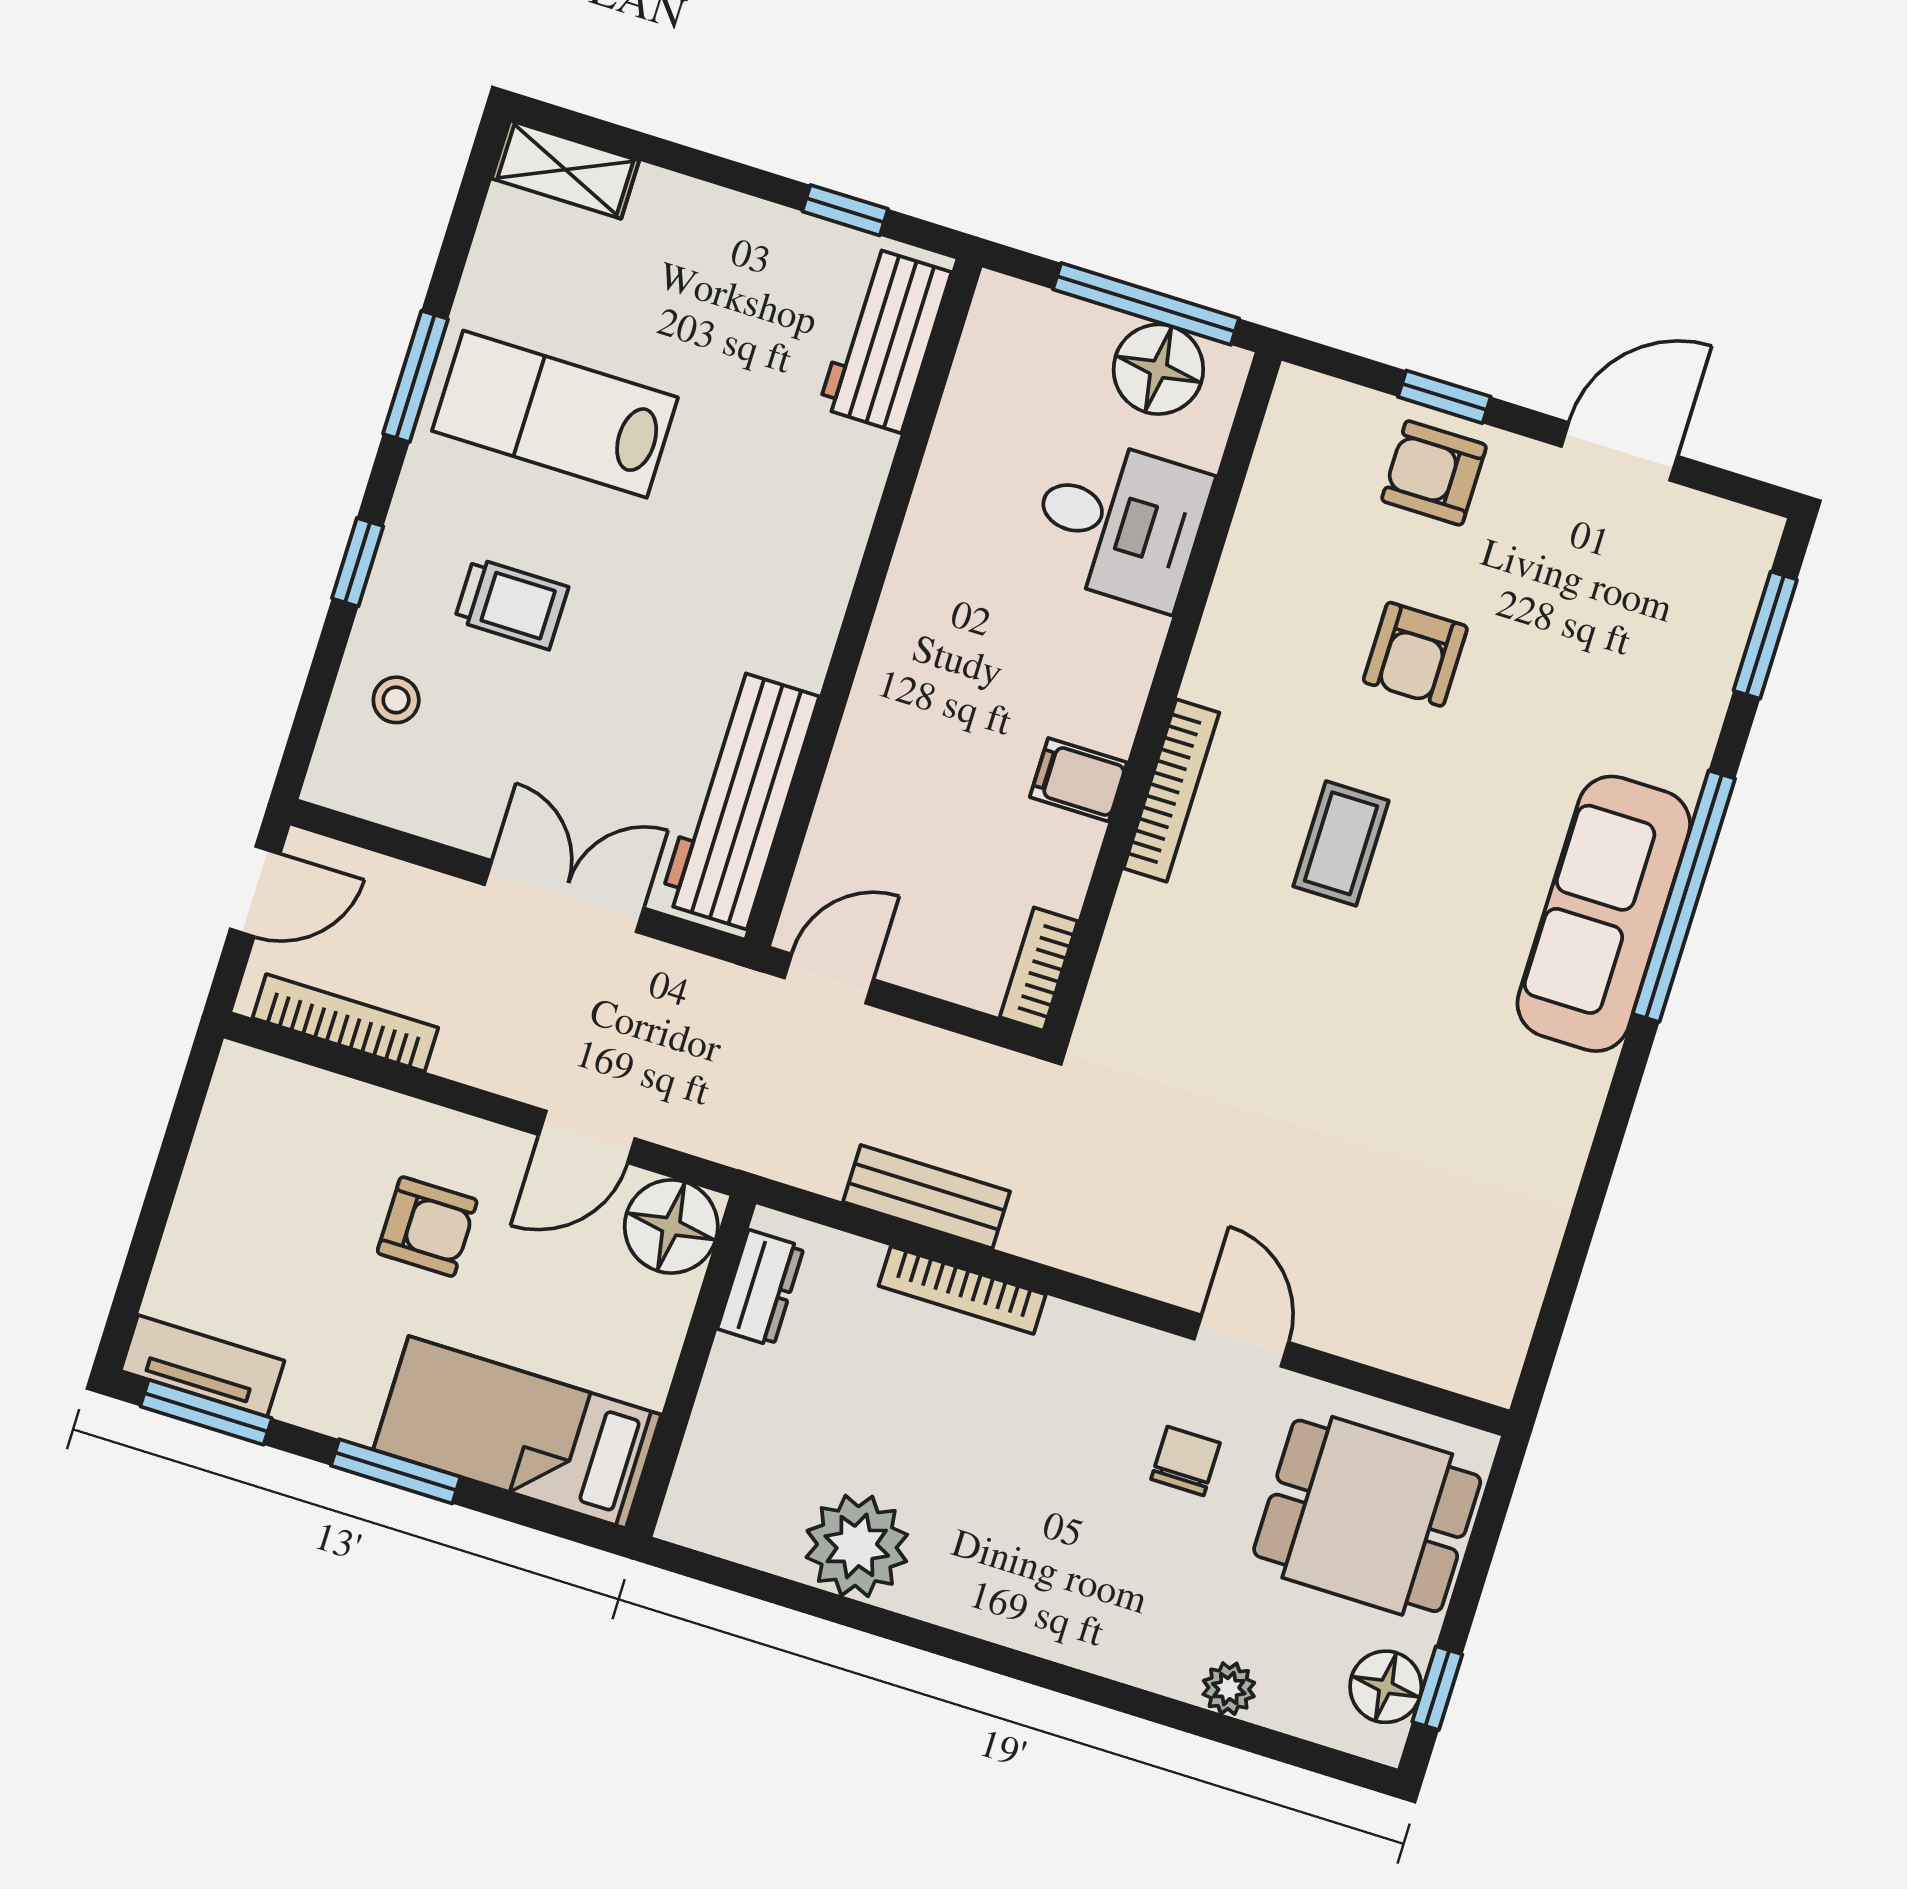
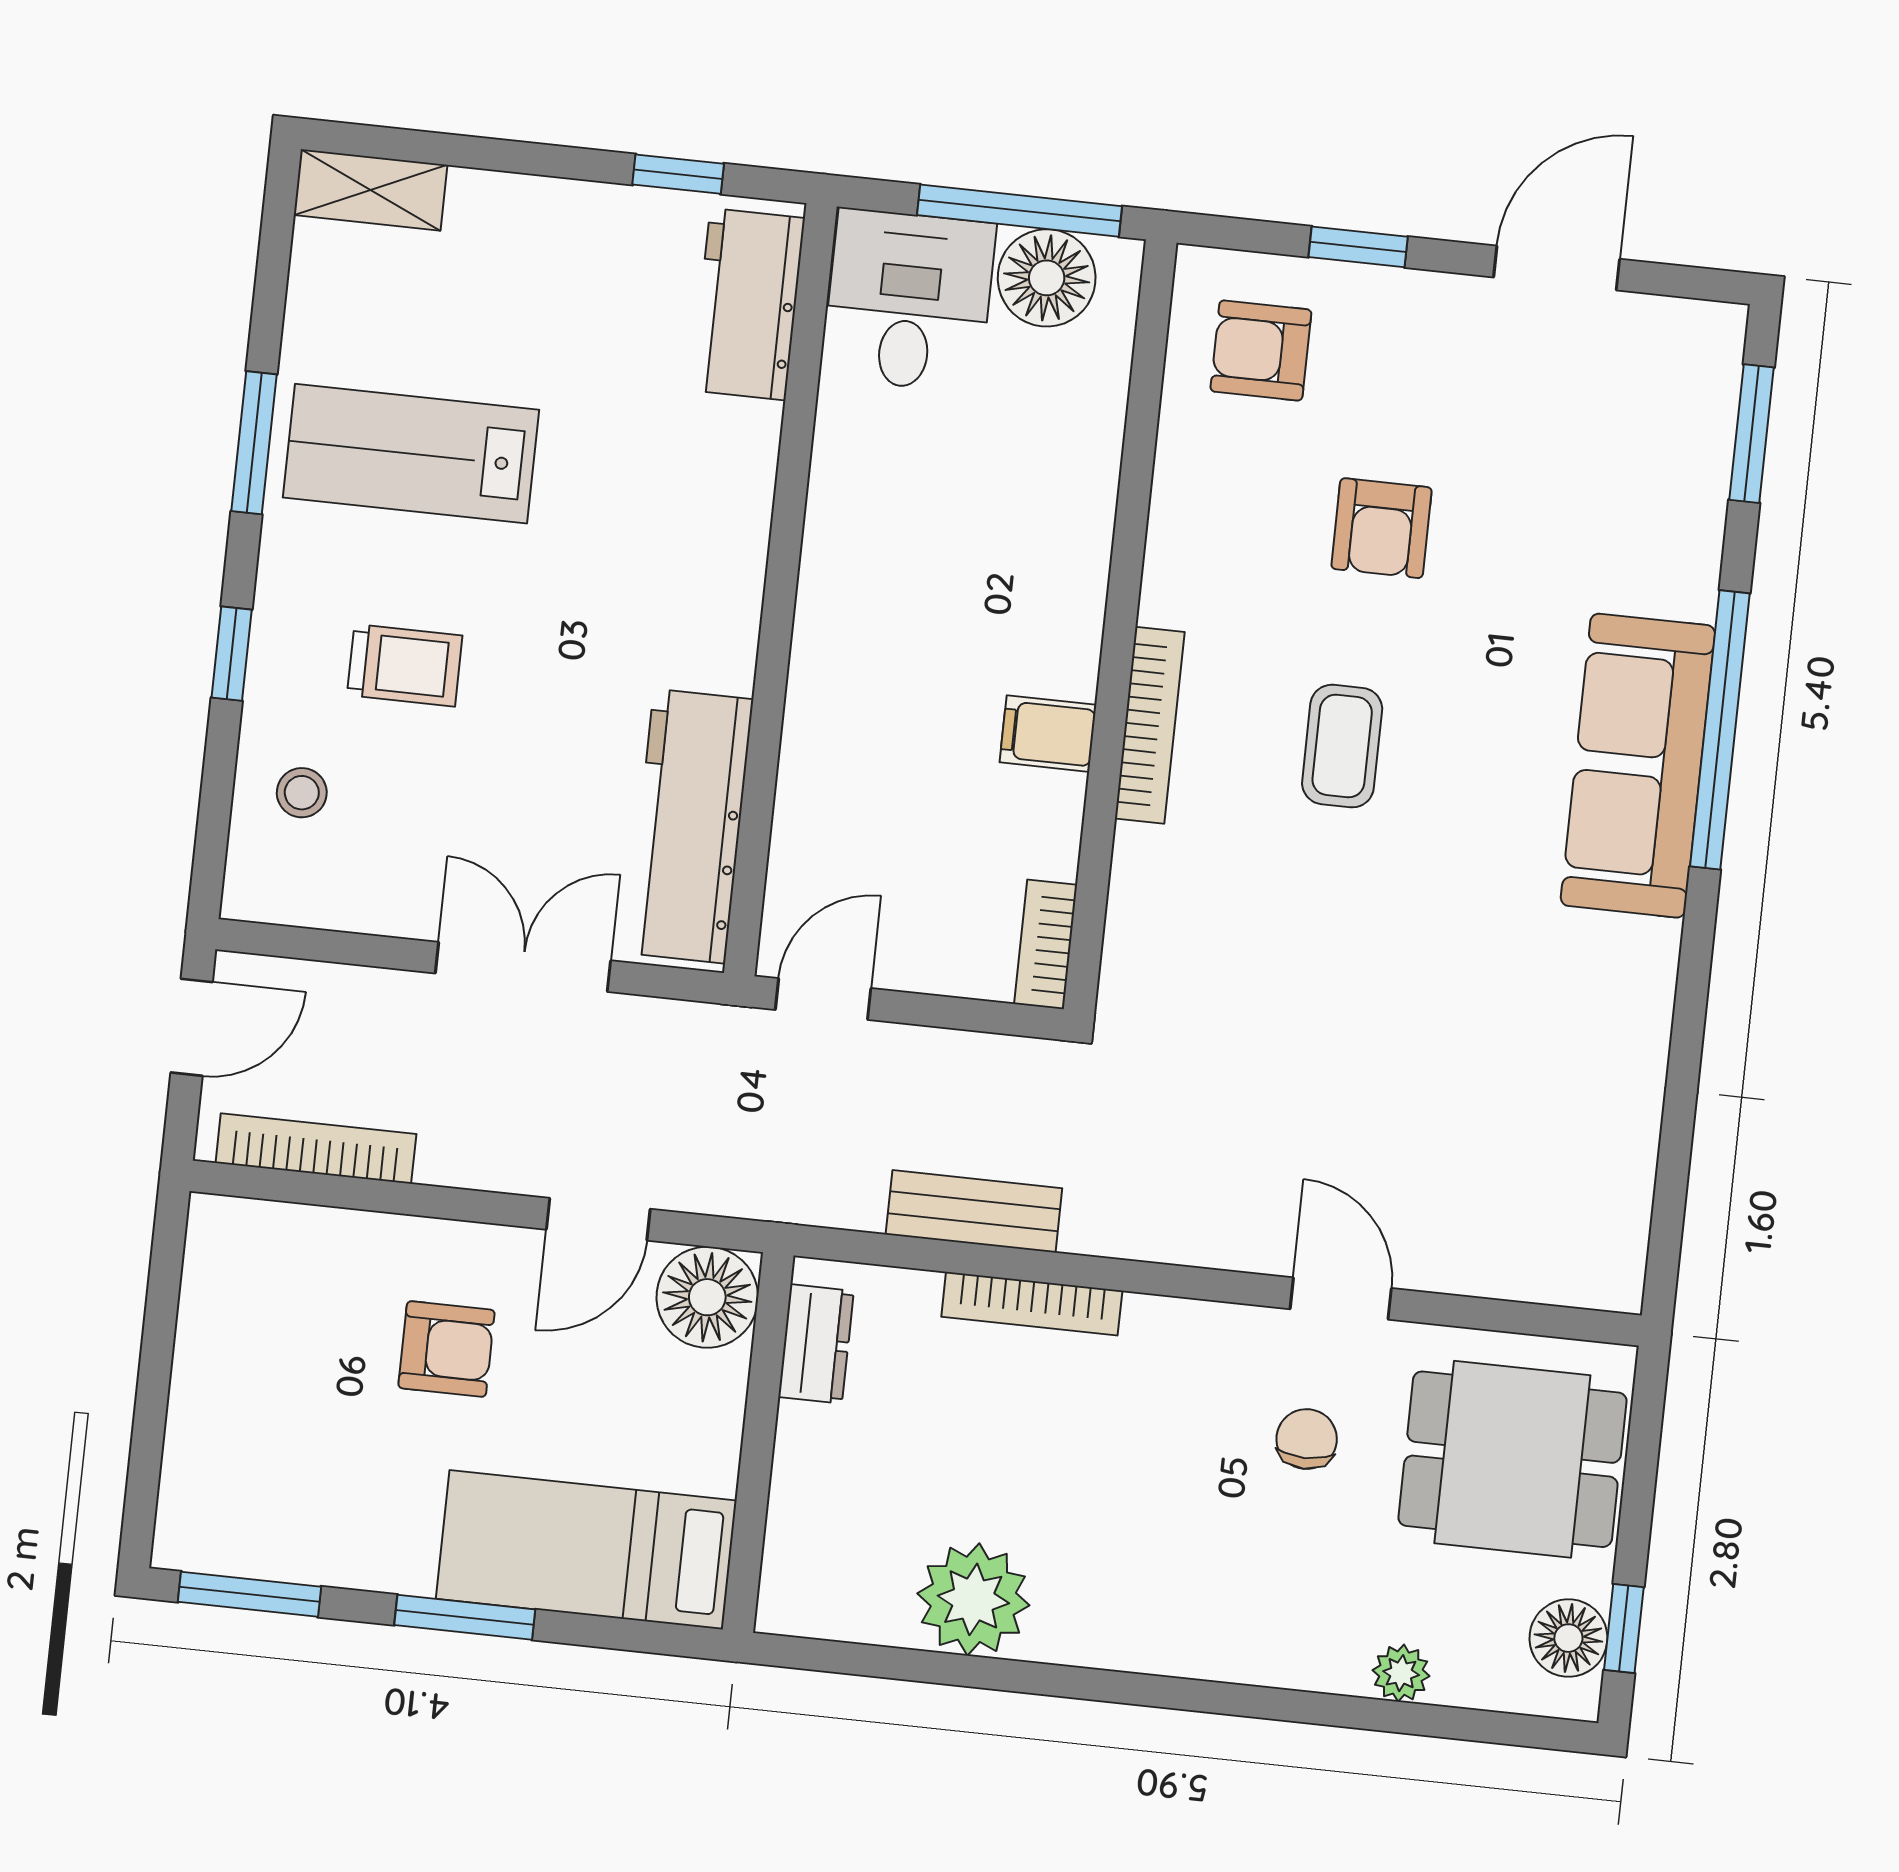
armchair: (1434, 473) -> (1261, 350), moved
desk: (1119, 522) -> (909, 300), moved, turned -90
tv unit: (202, 1366) -> (236, 1545), removed

